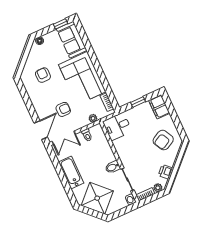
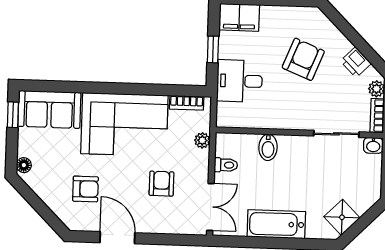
armchair: (43, 75) -> (85, 189), turned 180
desk: (117, 126) -> (240, 81), moved, turned 90
door: (41, 130) -> (117, 238), moved
armchair: (163, 140) -> (303, 59), moved, turned -130
bidet: (113, 167) -> (268, 147), moved
shower: (97, 198) -> (342, 217), width x0.54, depth x0.54

